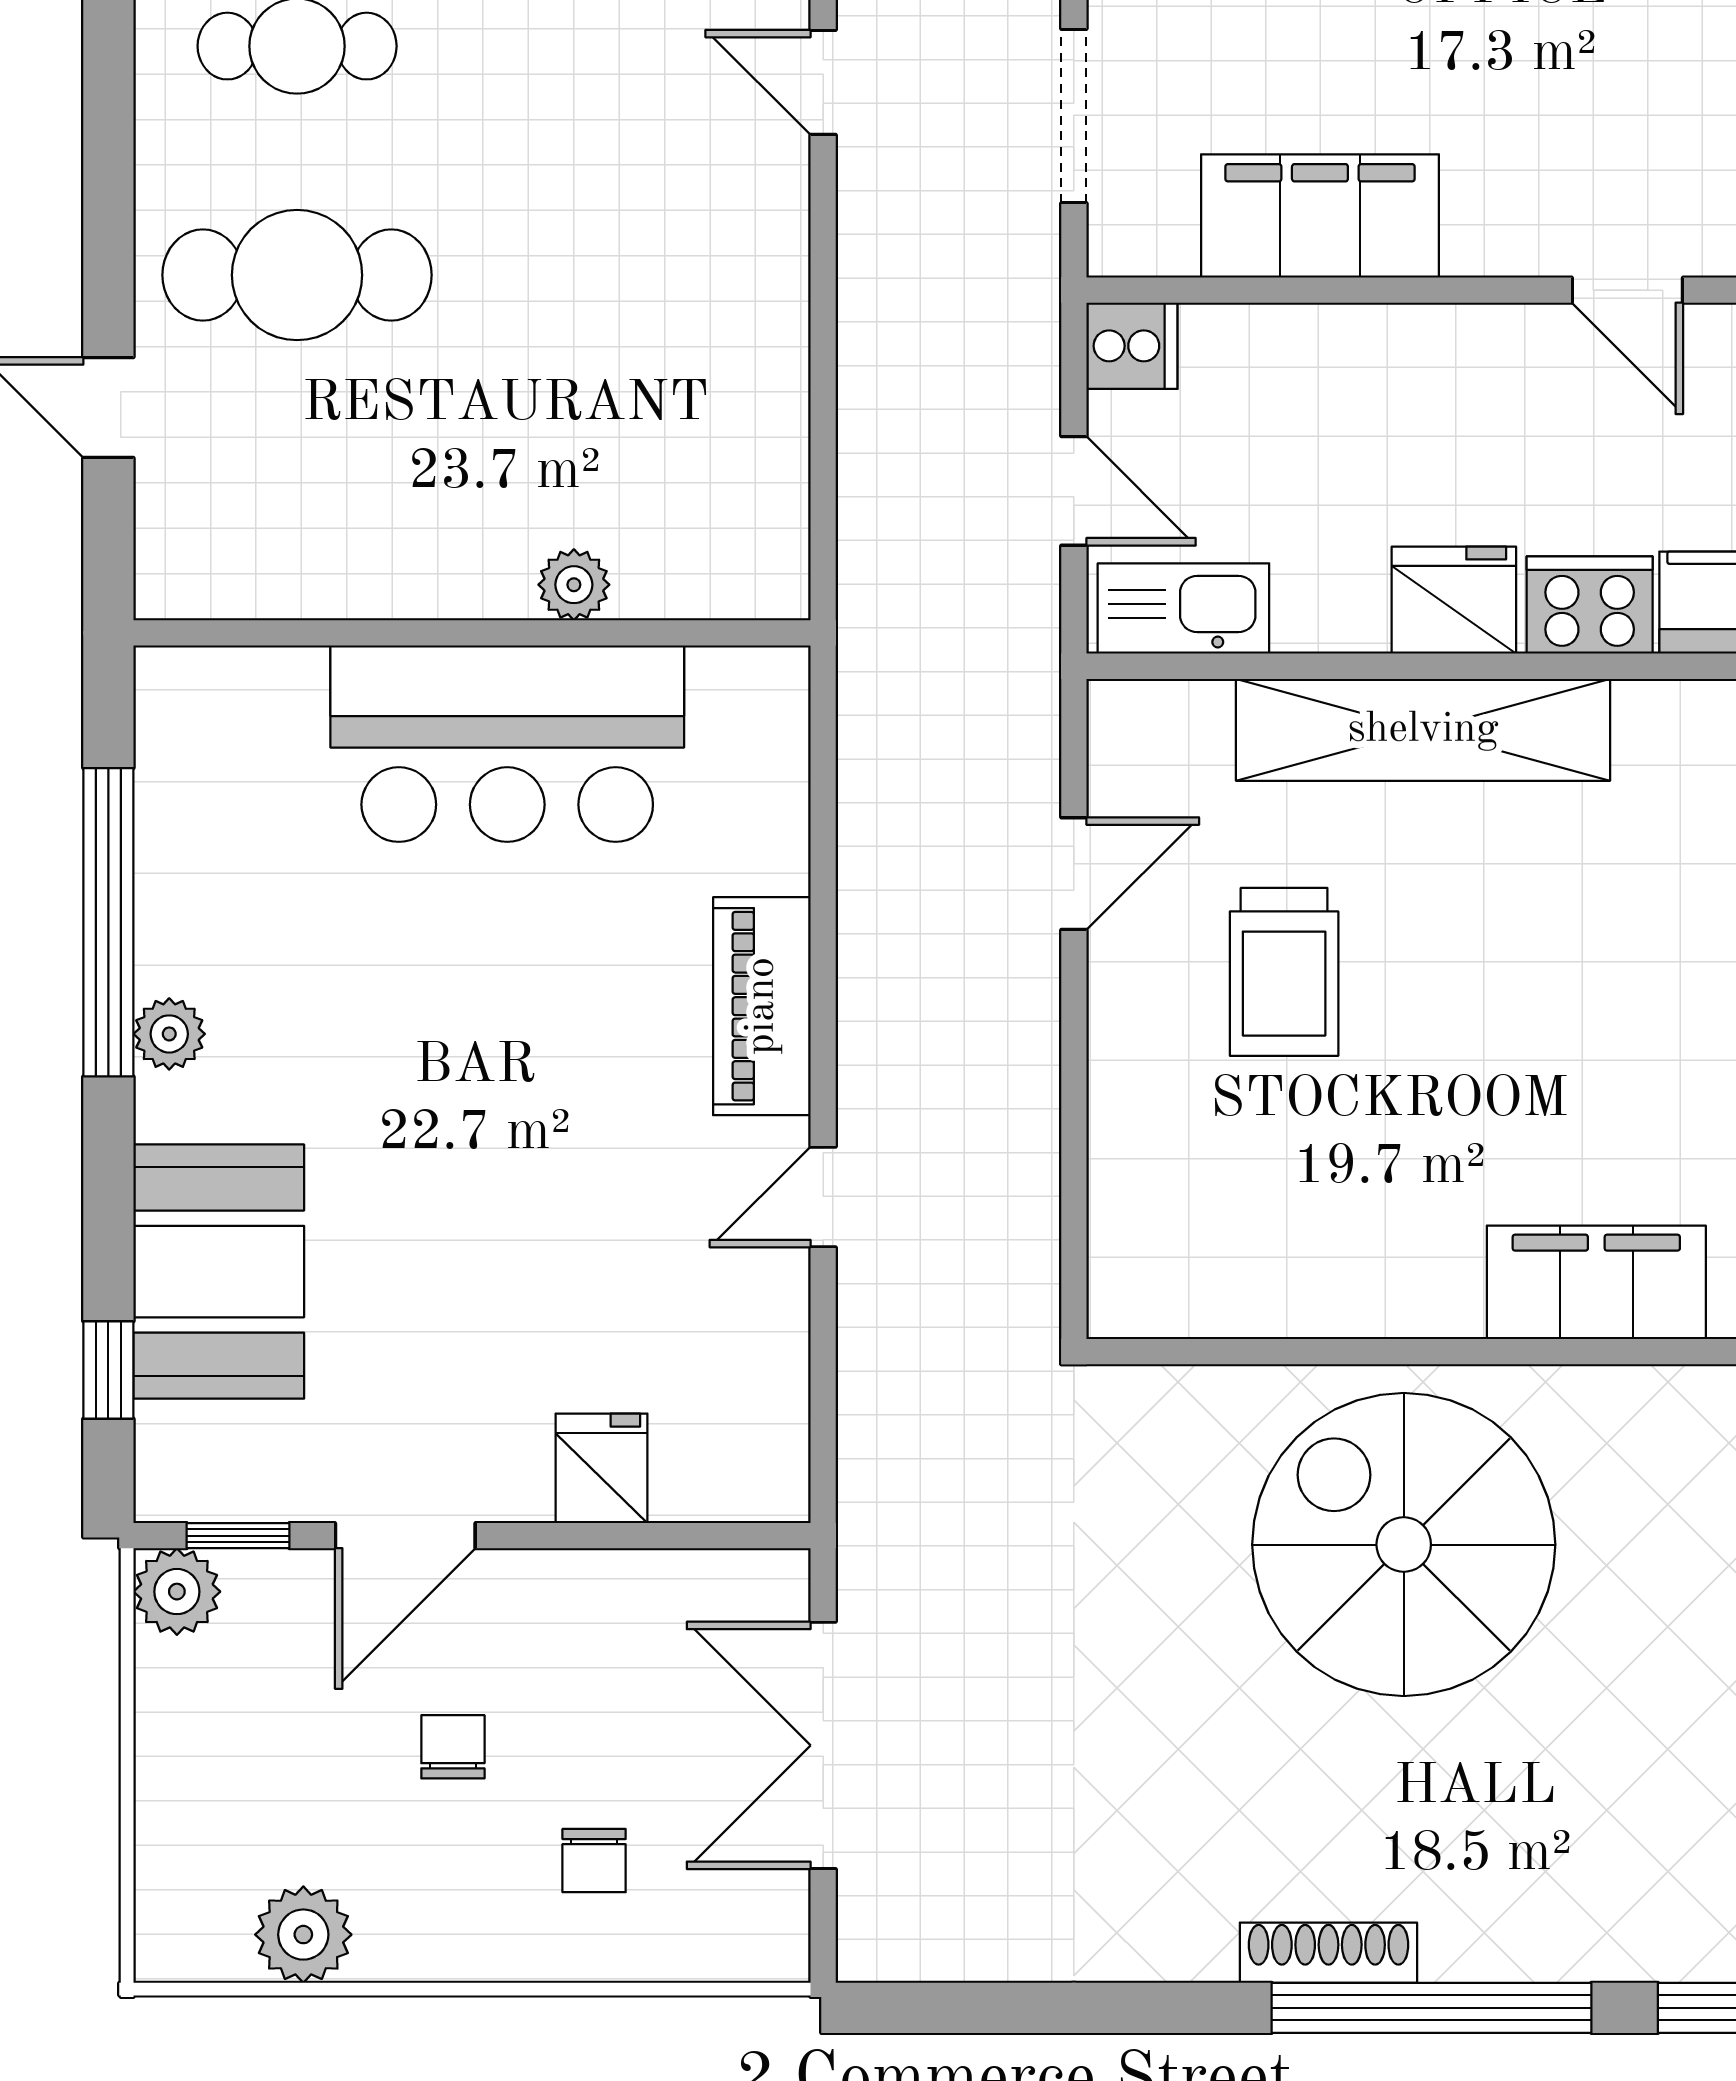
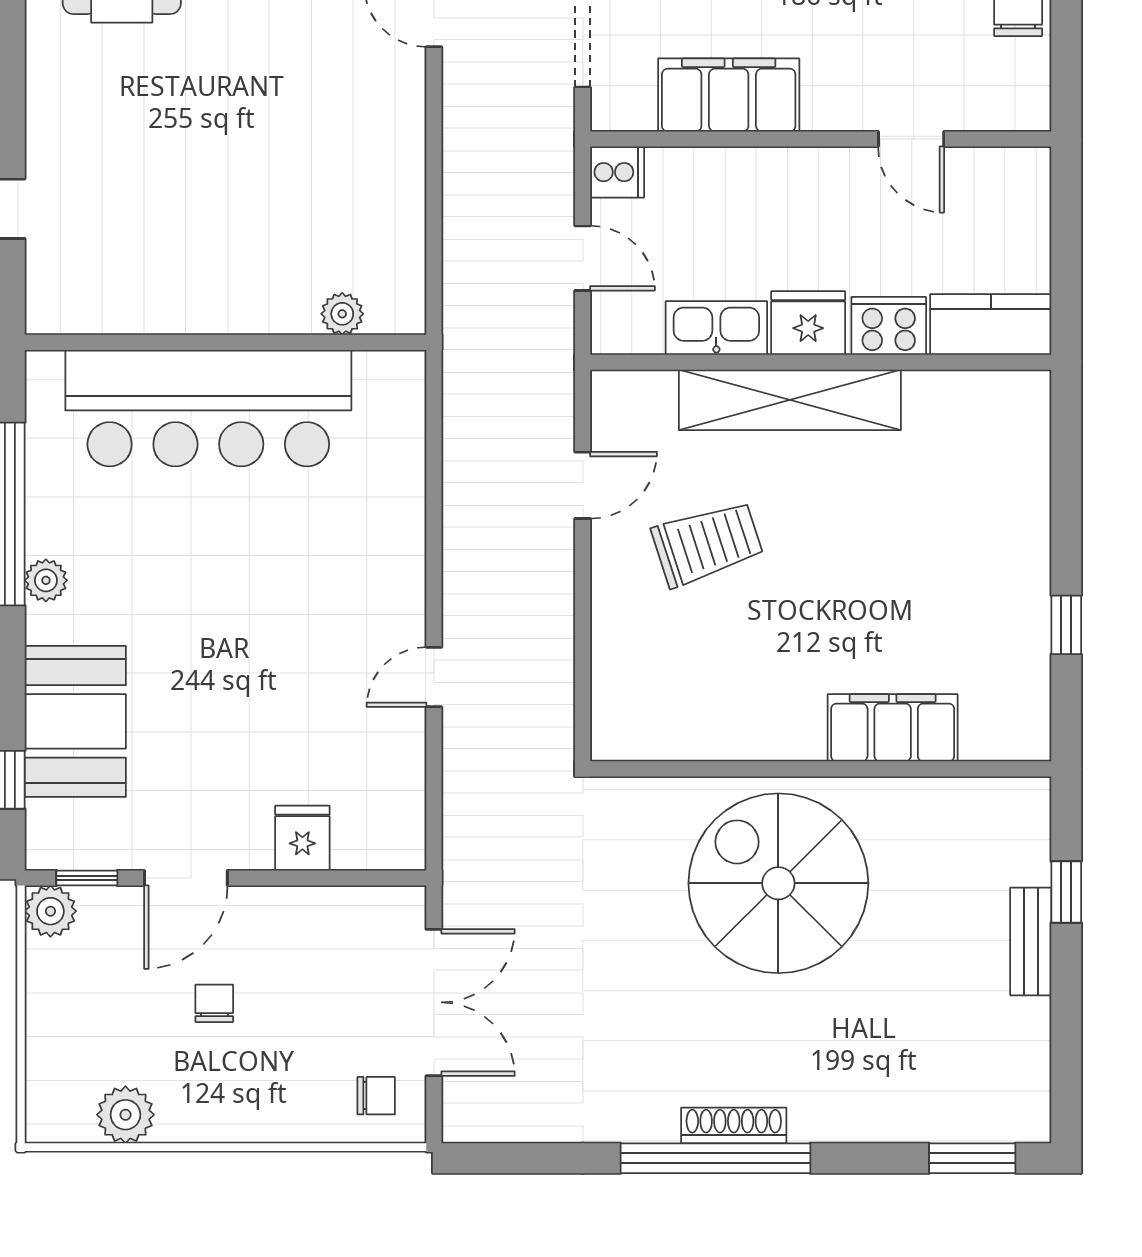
cafe table: (297, 275) -> (122, 130), removed
plant: (574, 585) -> (342, 314), moved
kitchen sink: (1183, 609) -> (716, 328), moved
bar counter: (507, 744) -> (208, 408), width x1.36
trolley: (1284, 972) -> (707, 544), turned -108
piano: (762, 1006) -> (398, 564), removed
double door: (823, 1745) -> (434, 1002), swing flipped
chair: (594, 1861) -> (376, 1096), moved, turned -90
window: (1431, 2008) -> (716, 1158), moved

